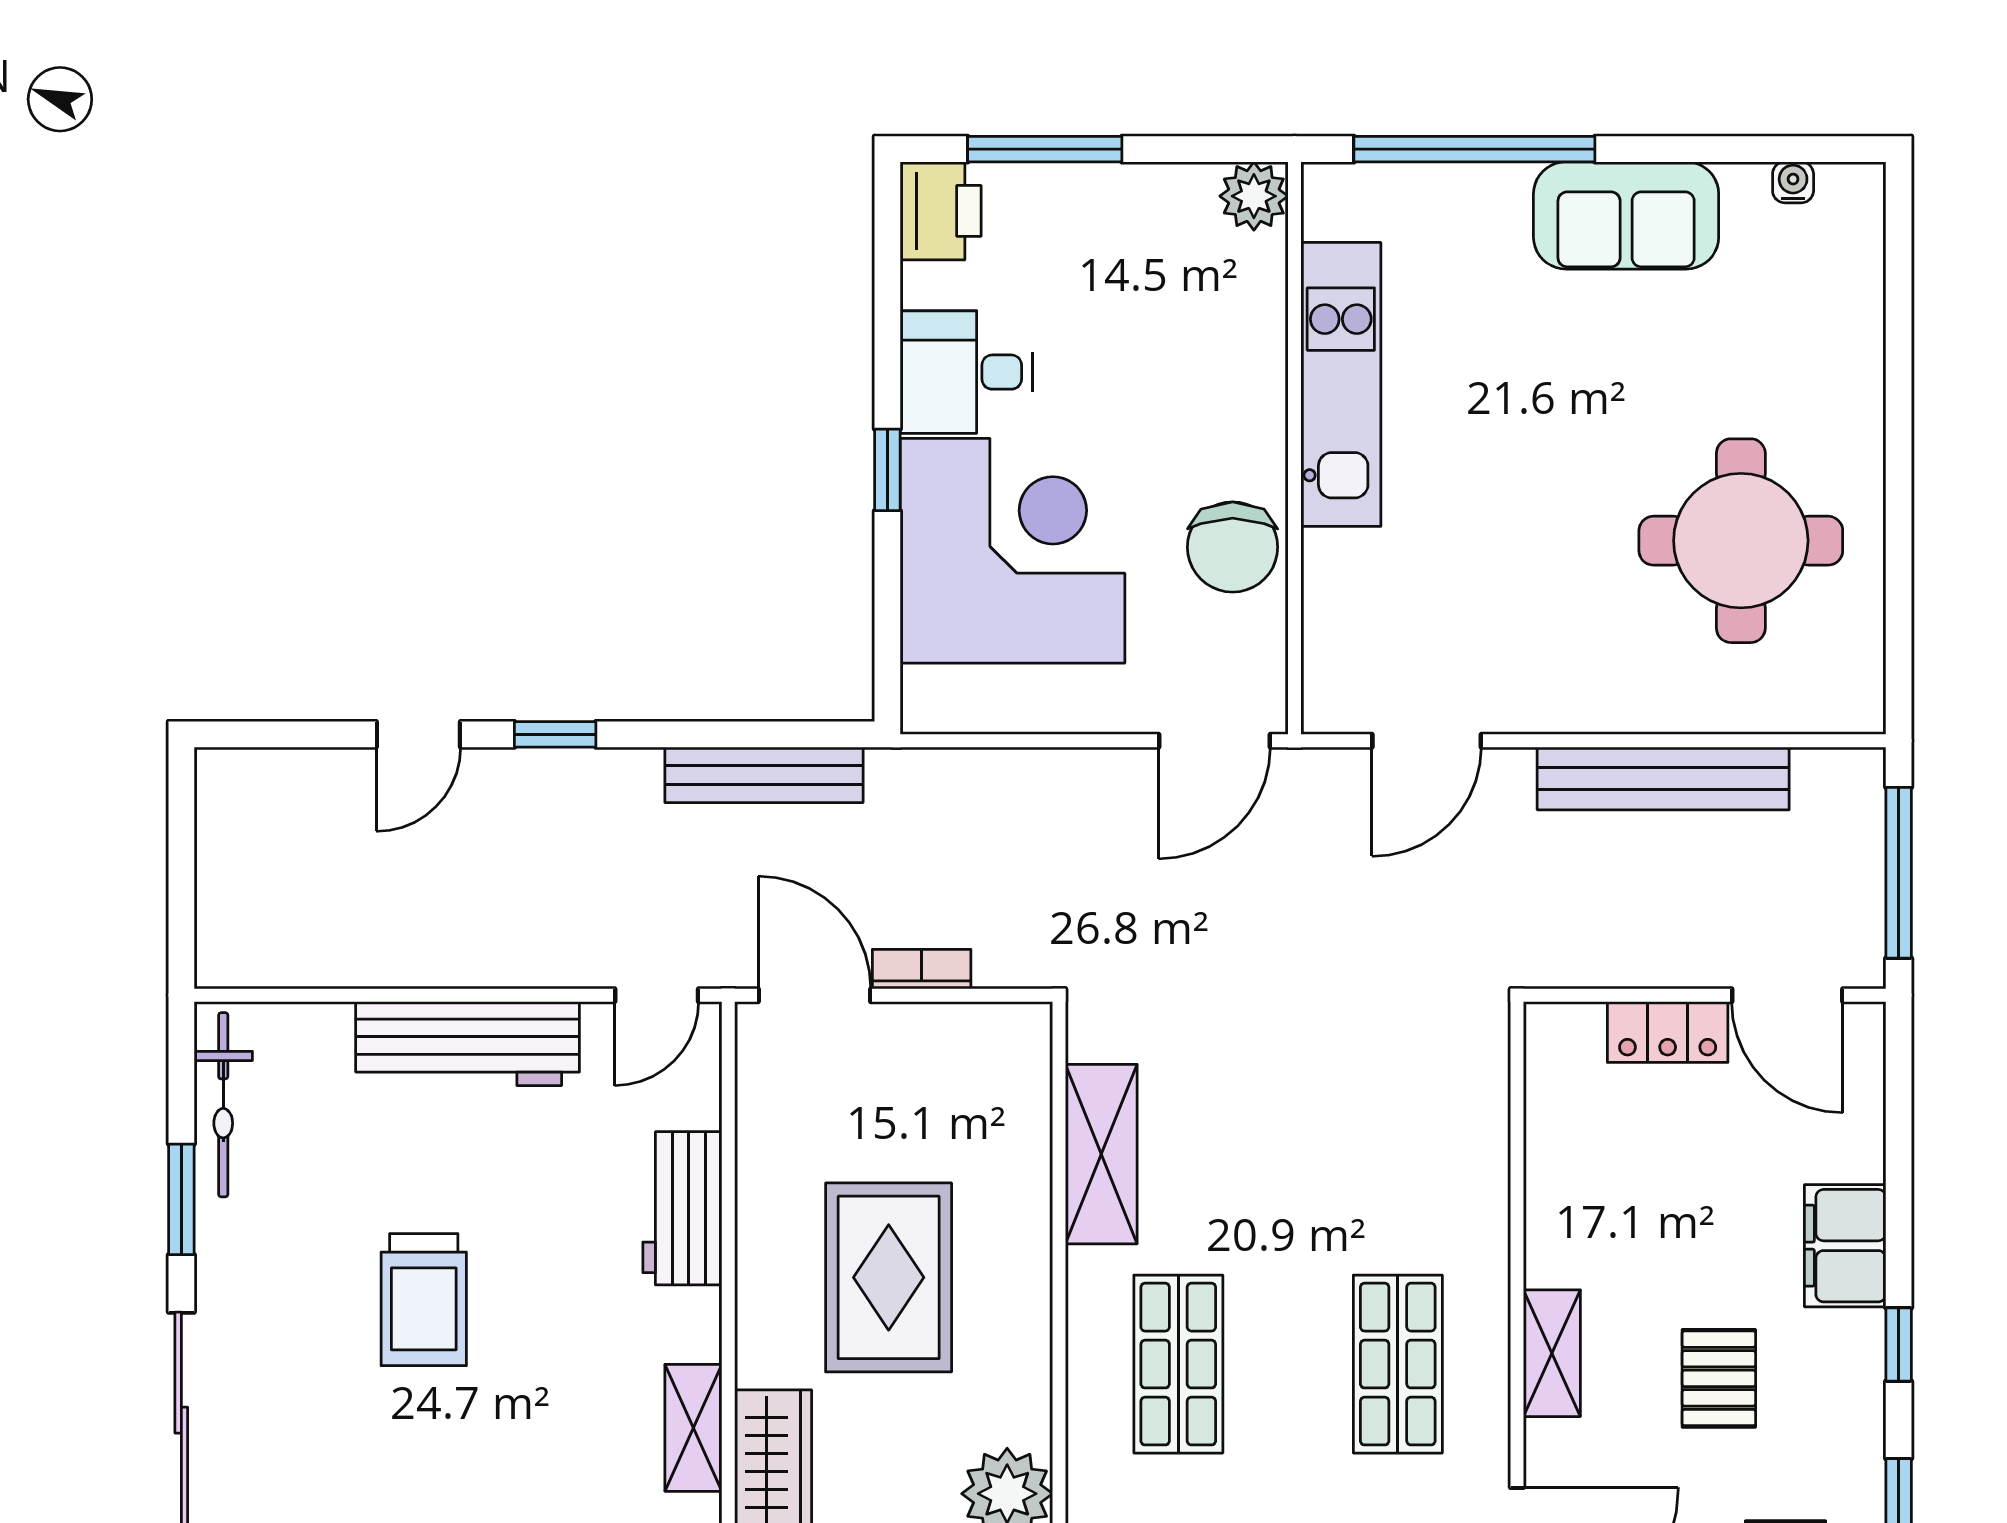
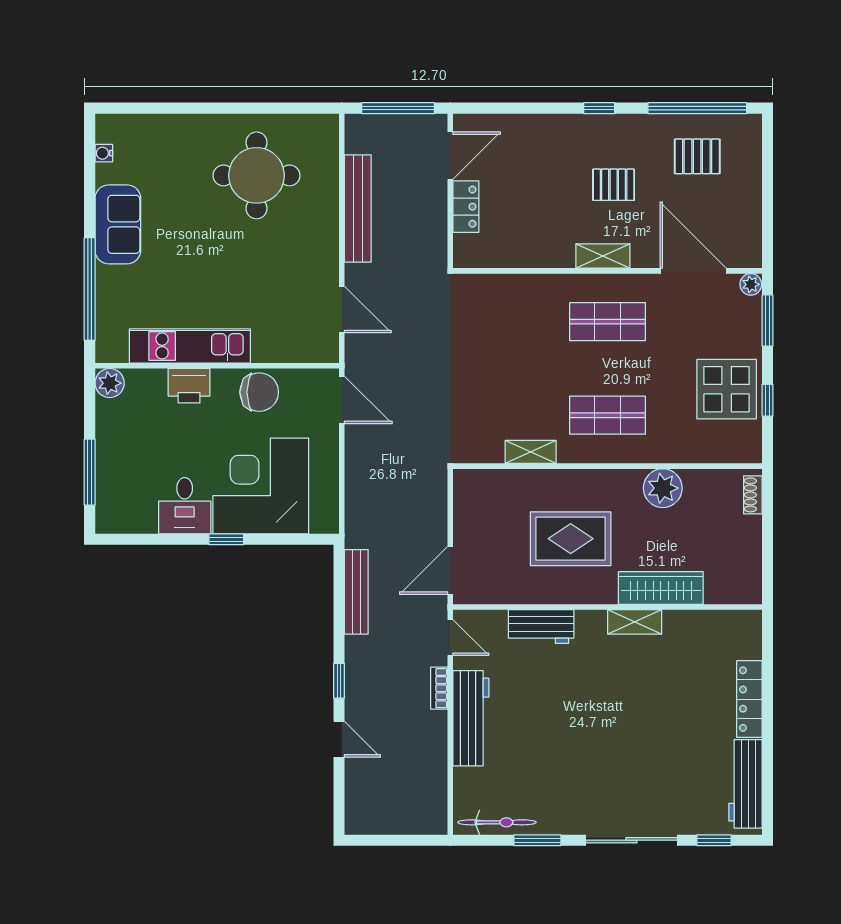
printer: (941, 211) -> (189, 386), moved, turned 180
bookcase: (922, 969) -> (439, 688), moved
shelving: (1101, 1154) -> (531, 452), width x0.67, depth x0.75
filing cabinet: (1845, 1246) -> (557, 131), removed
trolley: (424, 1300) -> (580, 737), removed

